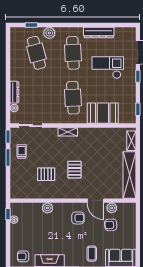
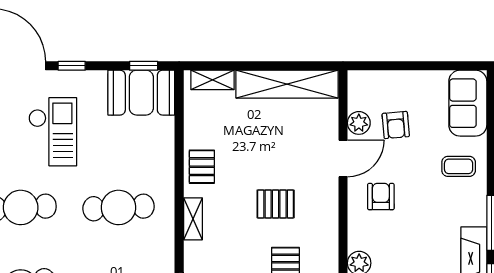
checkout: (108, 68) -> (53, 132), turned 180
booth: (103, 113) -> (141, 93), moved, turned 90
pallet: (92, 136) -> (202, 167), added

